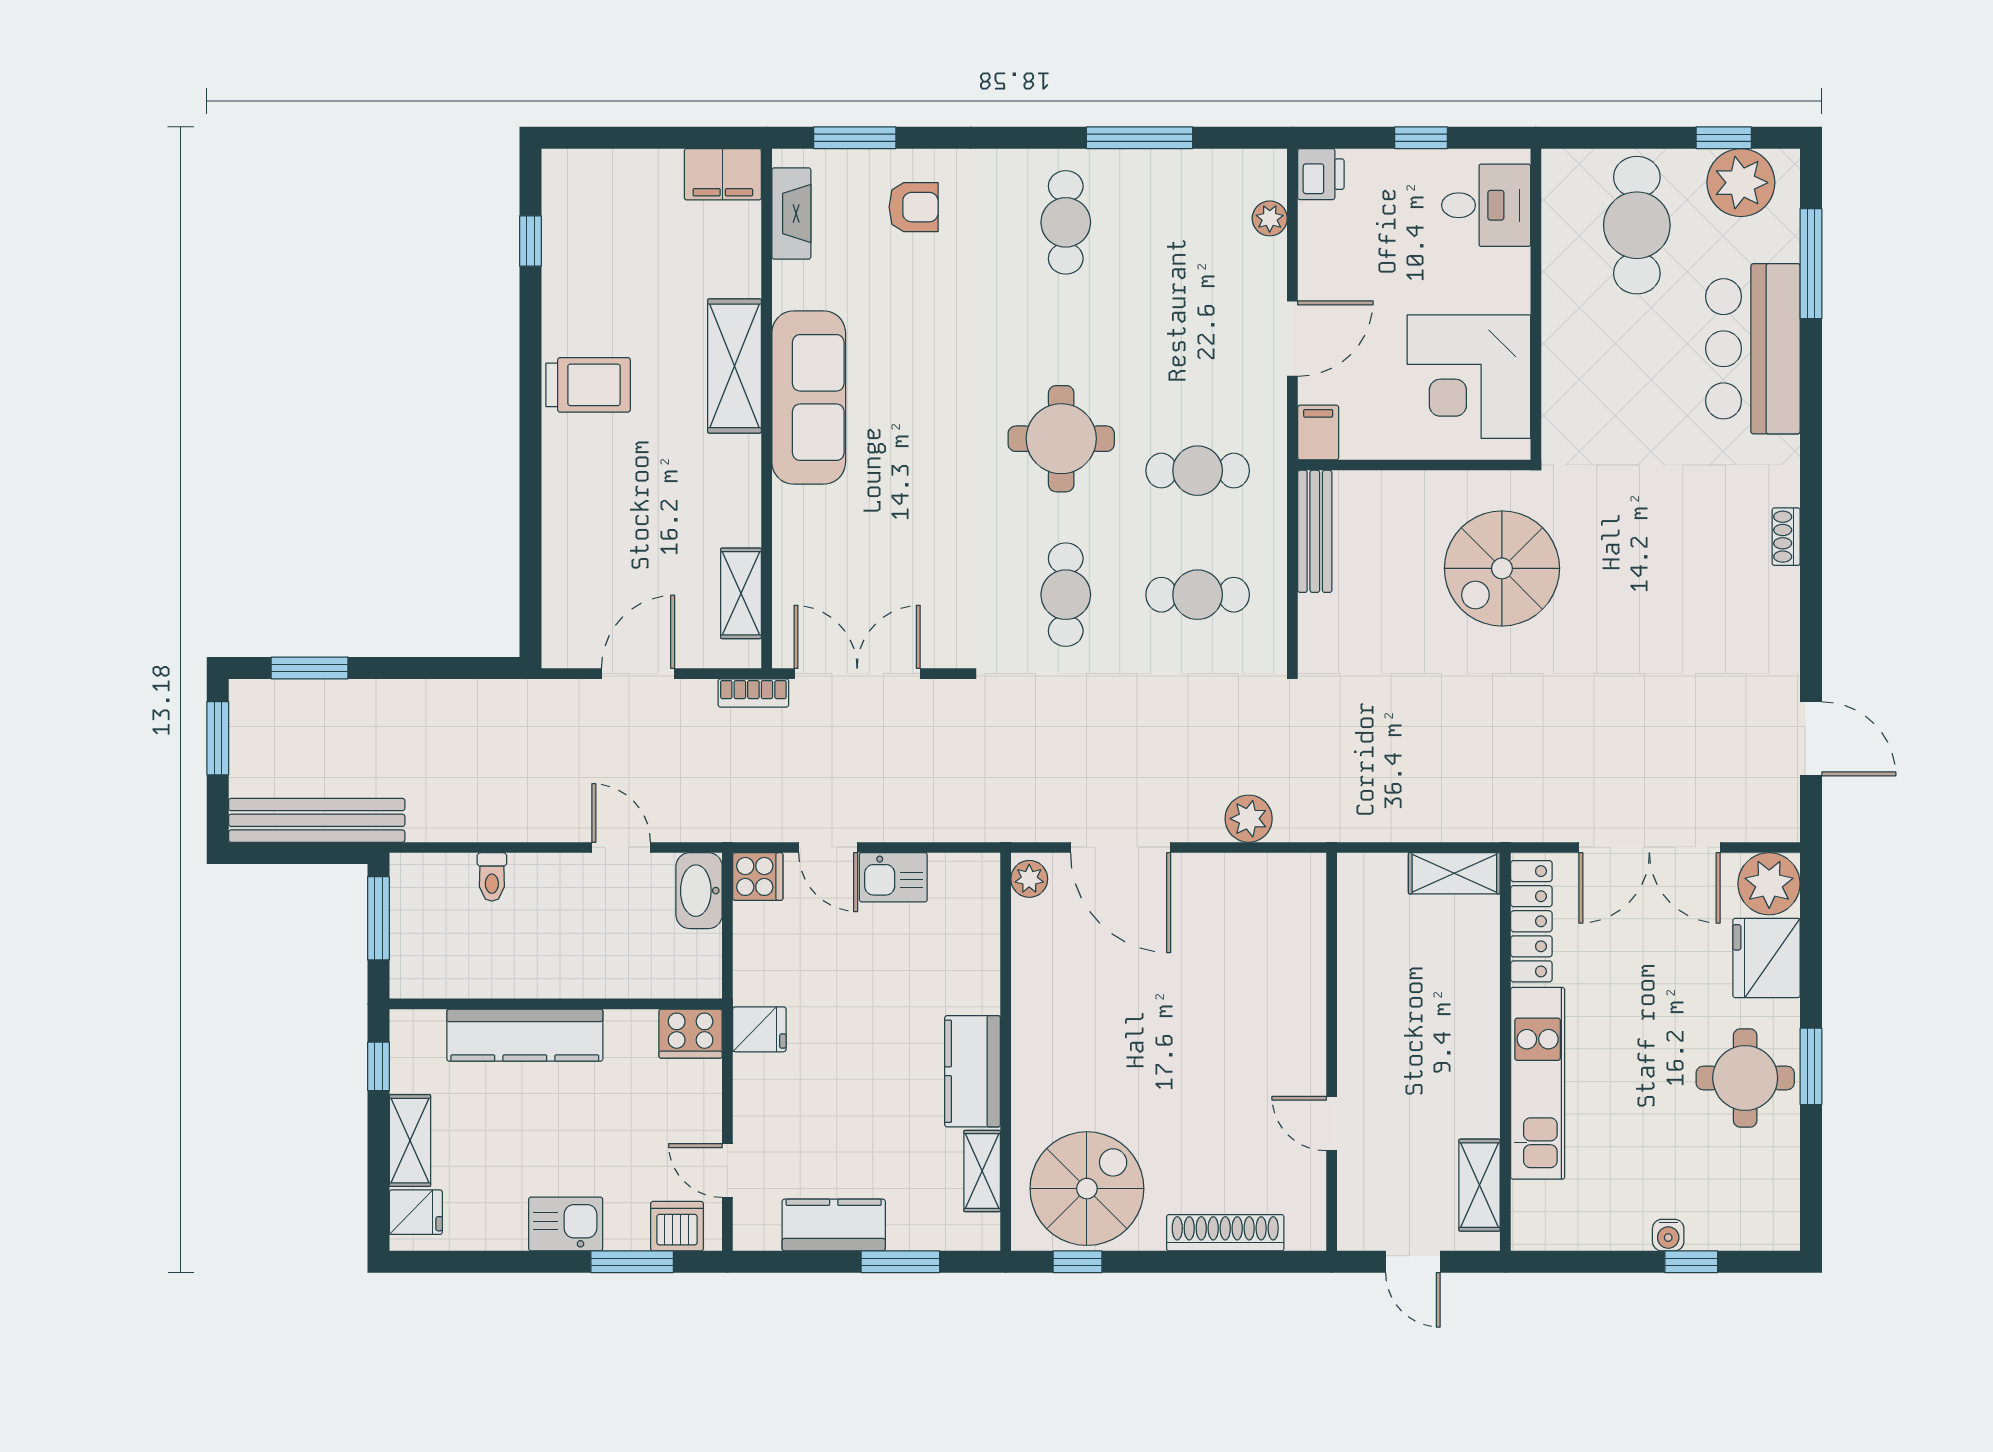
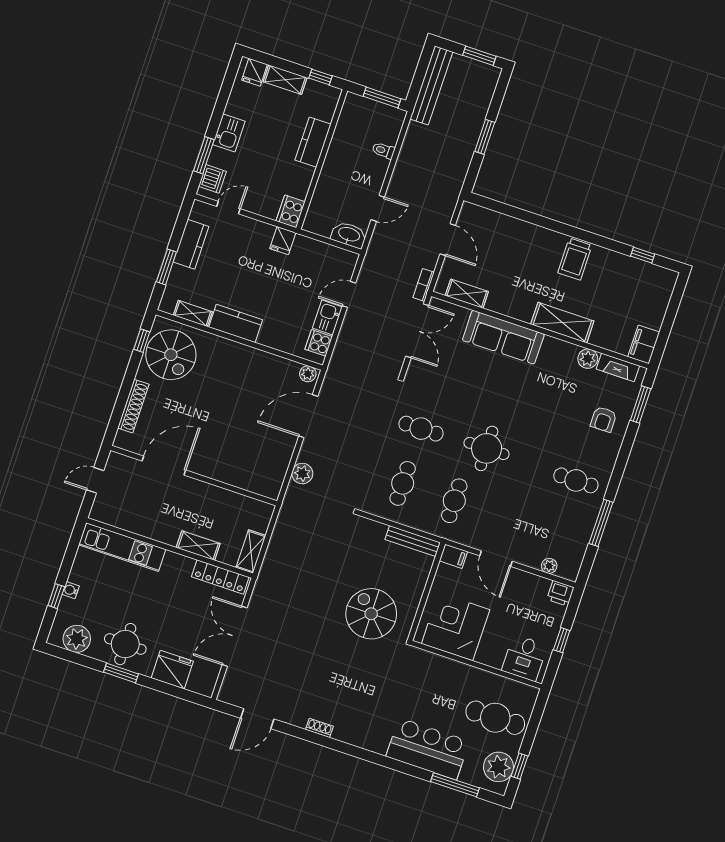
plant: (794, 285) -> (588, 359), added
sofa: (809, 398) -> (503, 337), moved
shoe rack: (1786, 537) -> (319, 728), moved
window: (310, 668) -> (485, 137), moved
cooker: (758, 876) -> (319, 343), moved, turned 90
plant: (1769, 884) -> (77, 639), moved
kitchen counter: (525, 1035) -> (313, 142), width x0.67
kitchen unit: (1538, 1083) -> (122, 547), moved
door: (1332, 1124) -> (164, 466), width x1.87
shelving: (1480, 1185) -> (198, 546), moved

